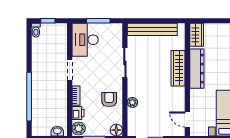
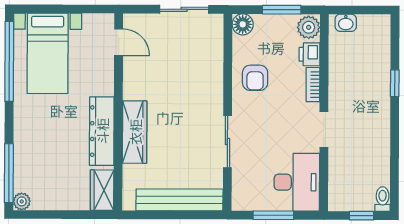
window: (29, 97) -> (395, 83), width x0.32
plant: (132, 102) -> (214, 73), removed

